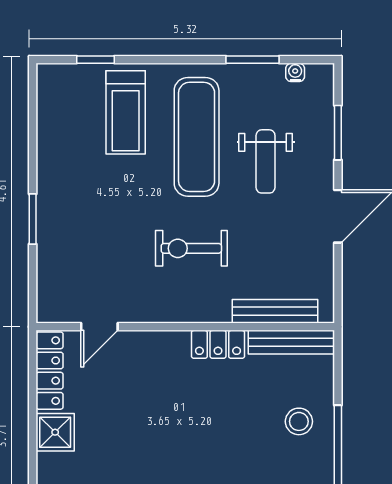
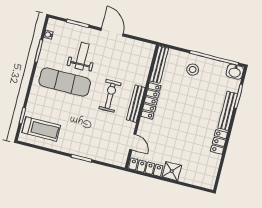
treadmill: (126, 112) -> (41, 129), moved
weight bench: (266, 161) -> (82, 56), turned -90
exercise bike: (191, 248) -> (110, 96), turned 180
bench: (275, 311) -> (136, 104), moved
locker: (218, 344) -> (151, 101), width x1.53

